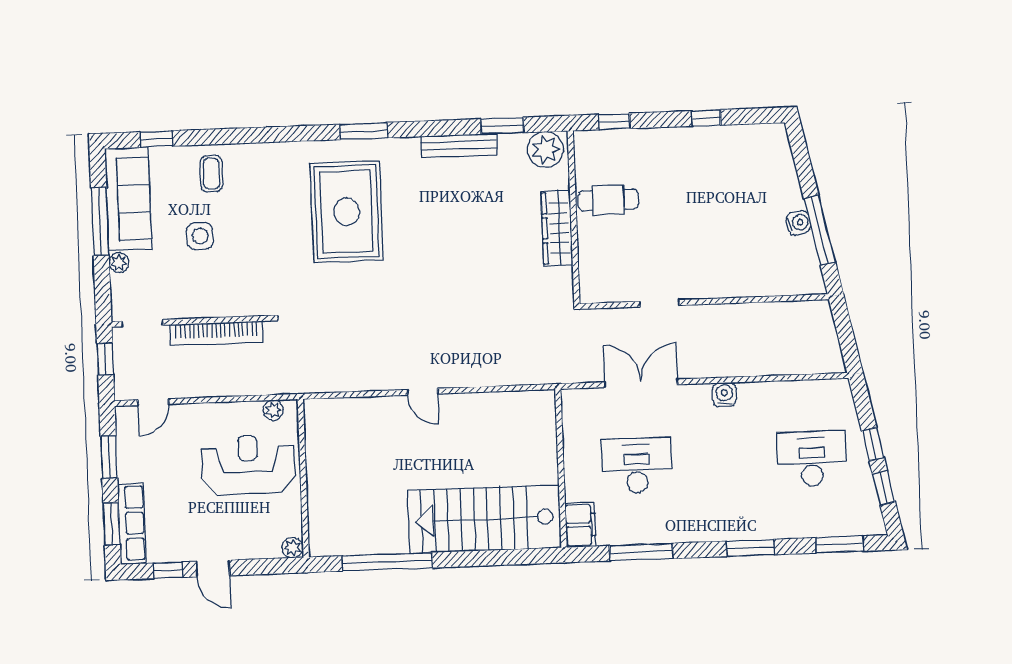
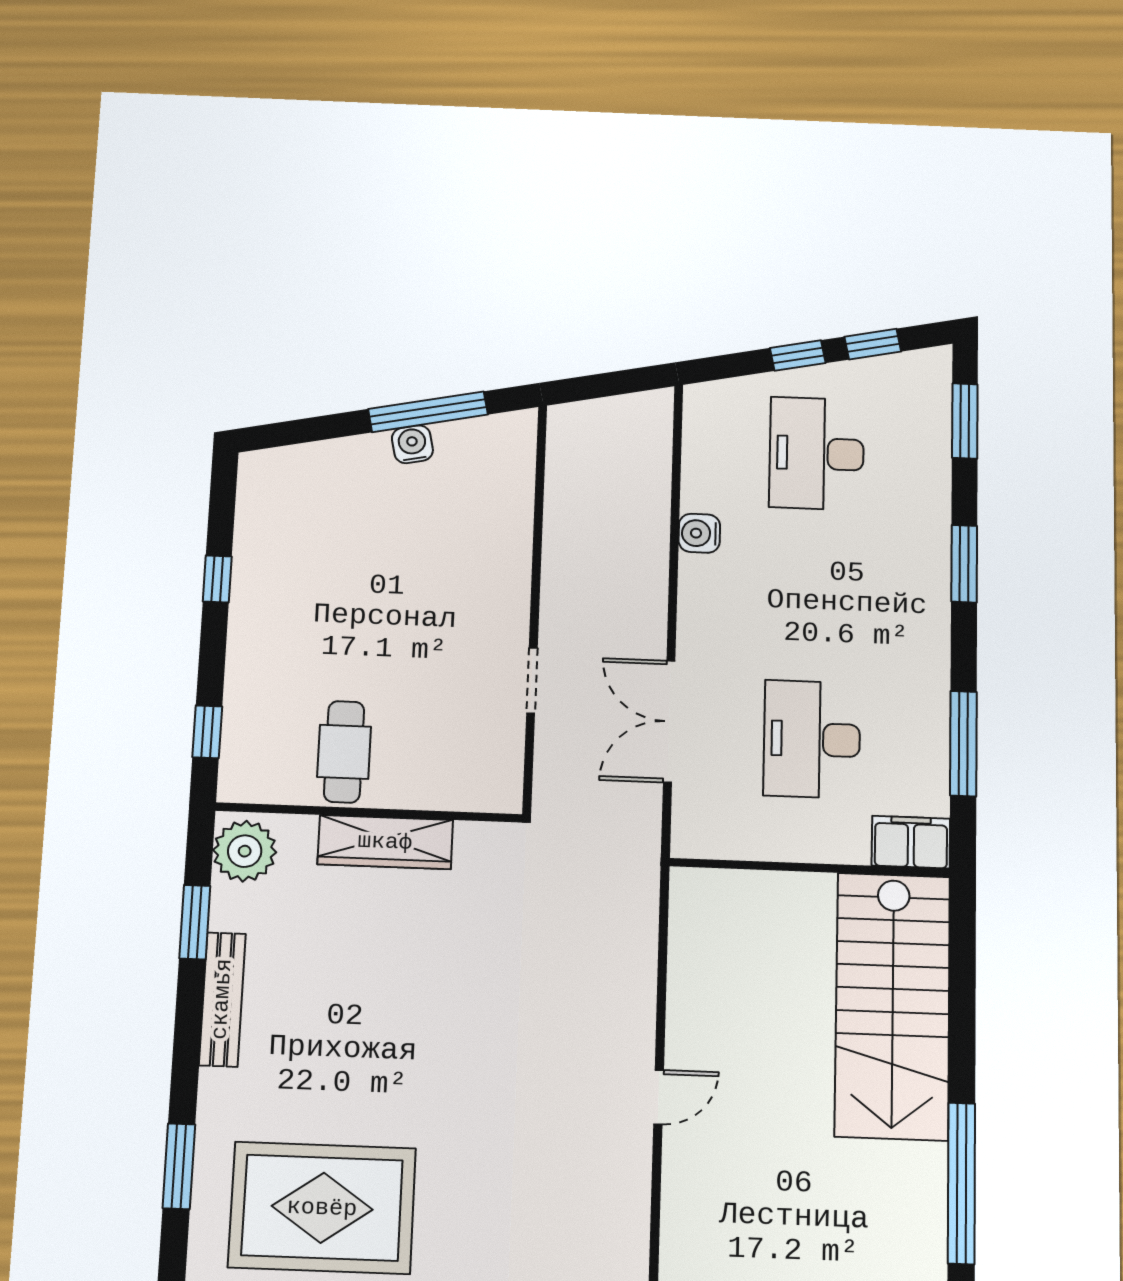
water cooler: (724, 395) -> (699, 533), moved

